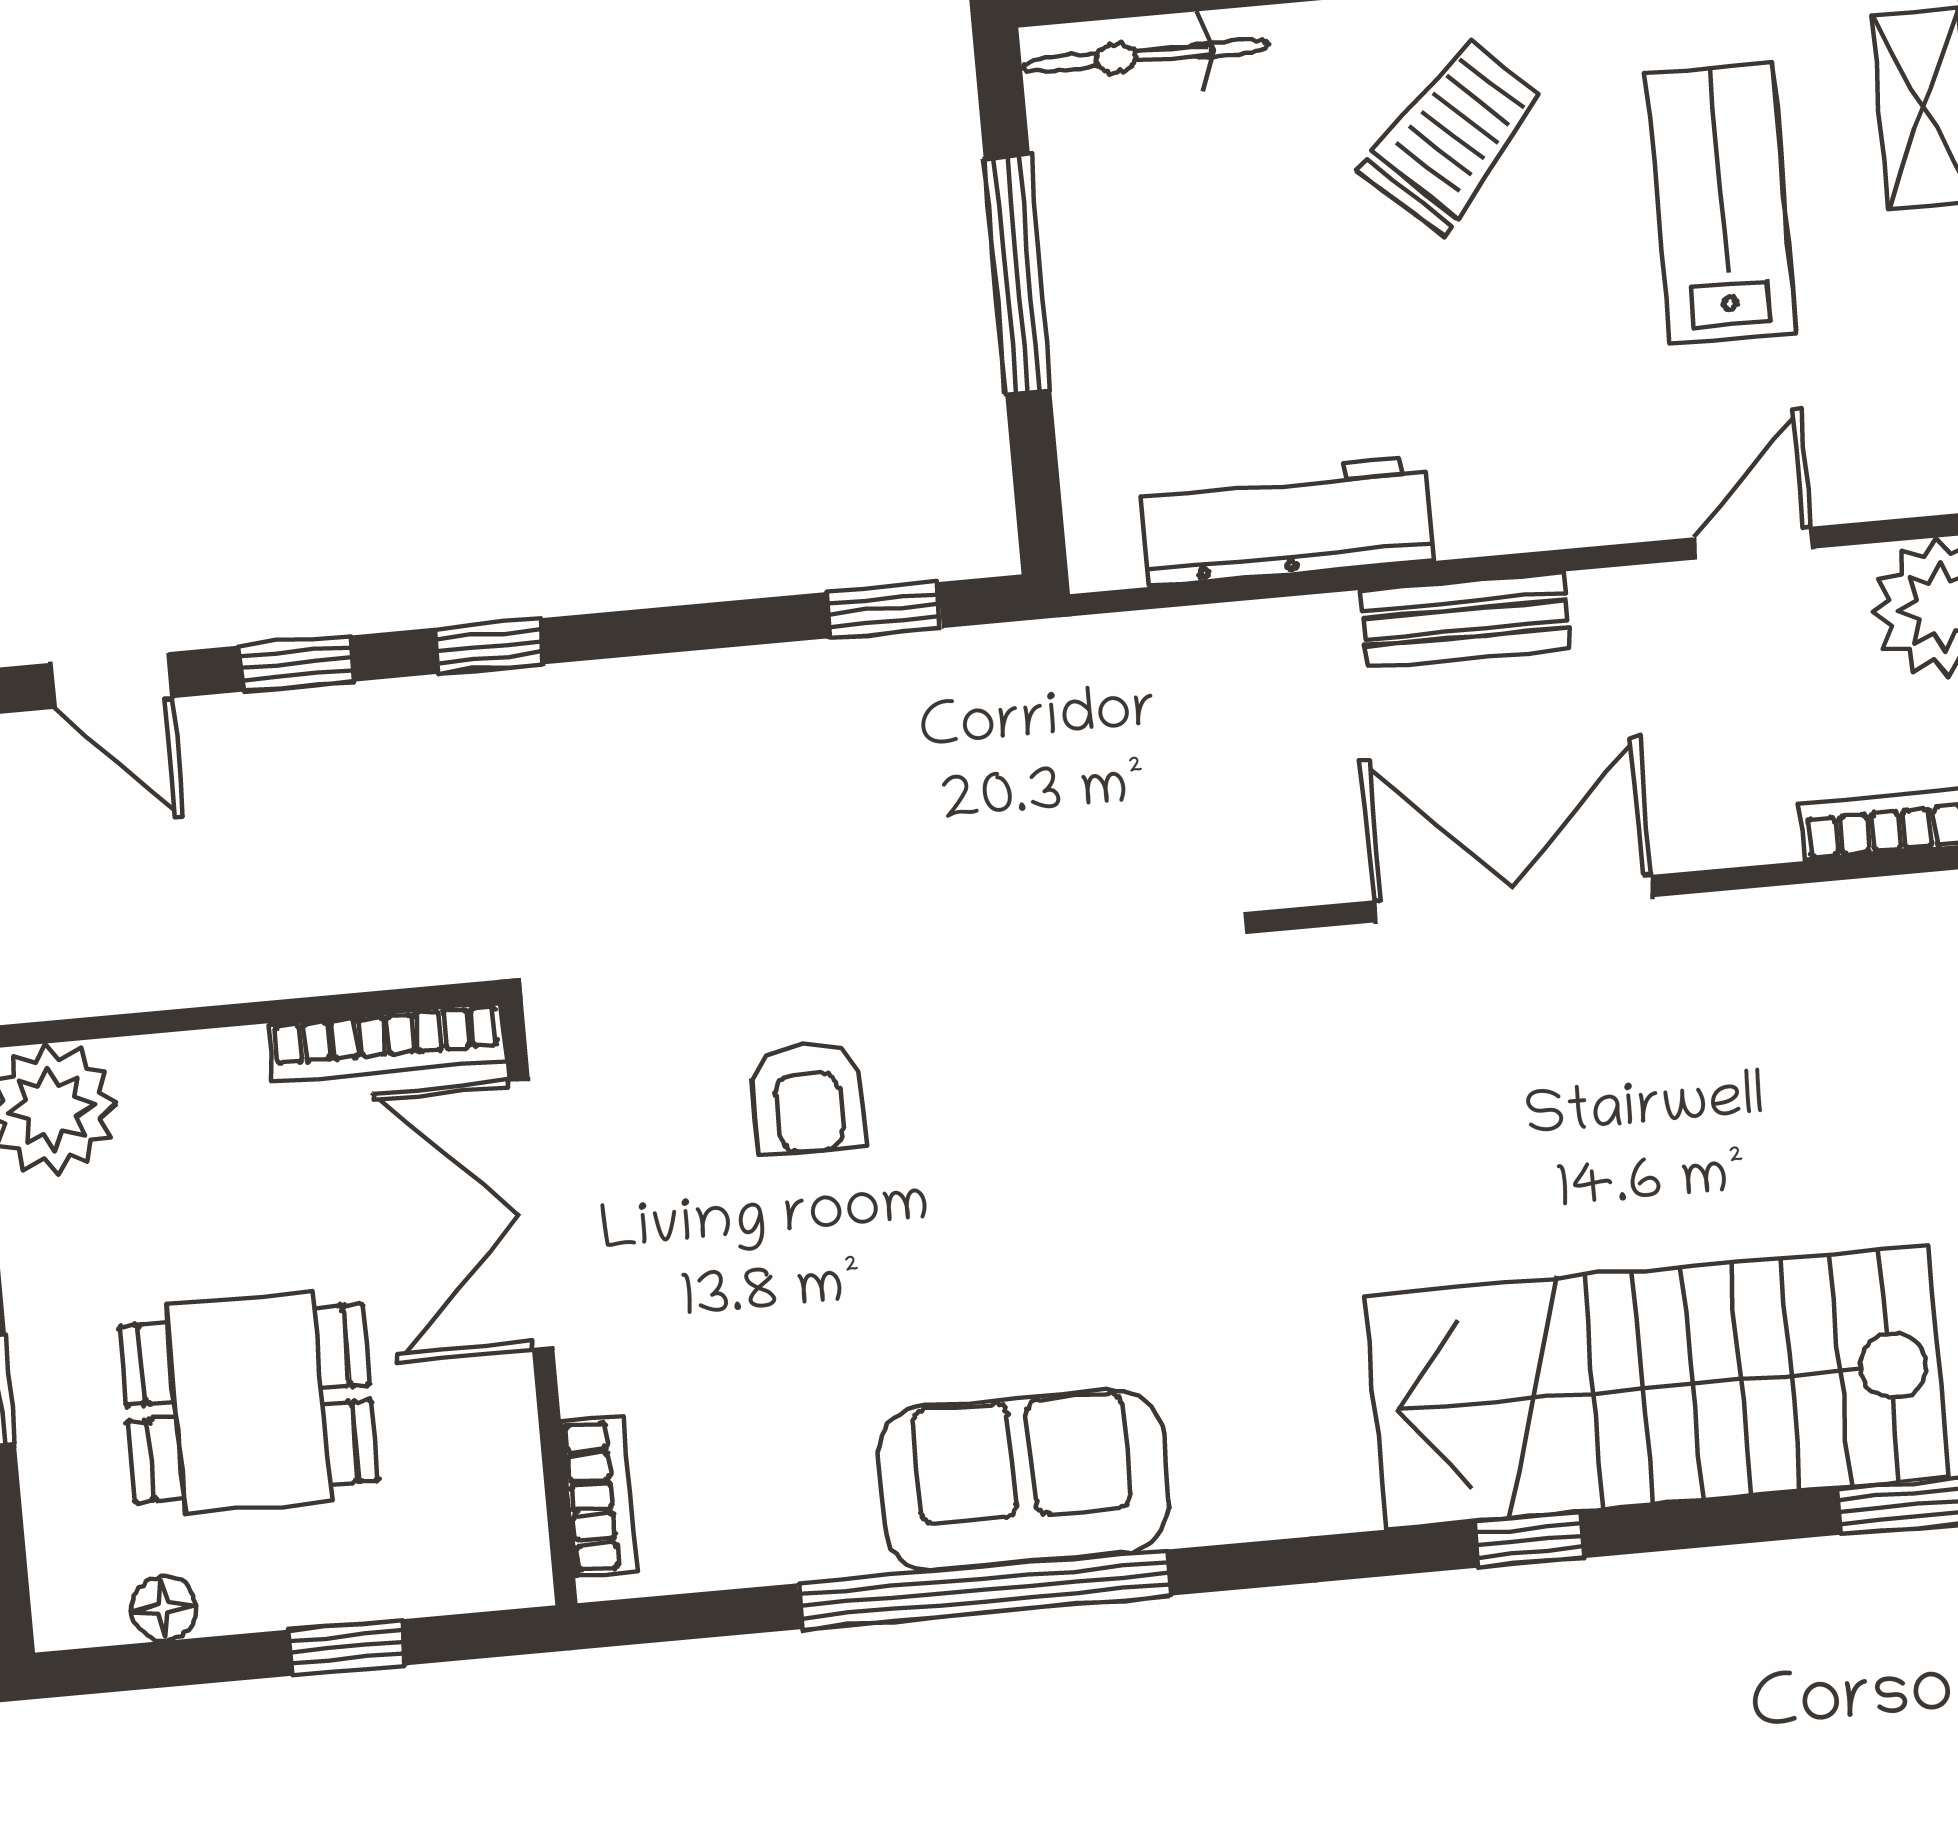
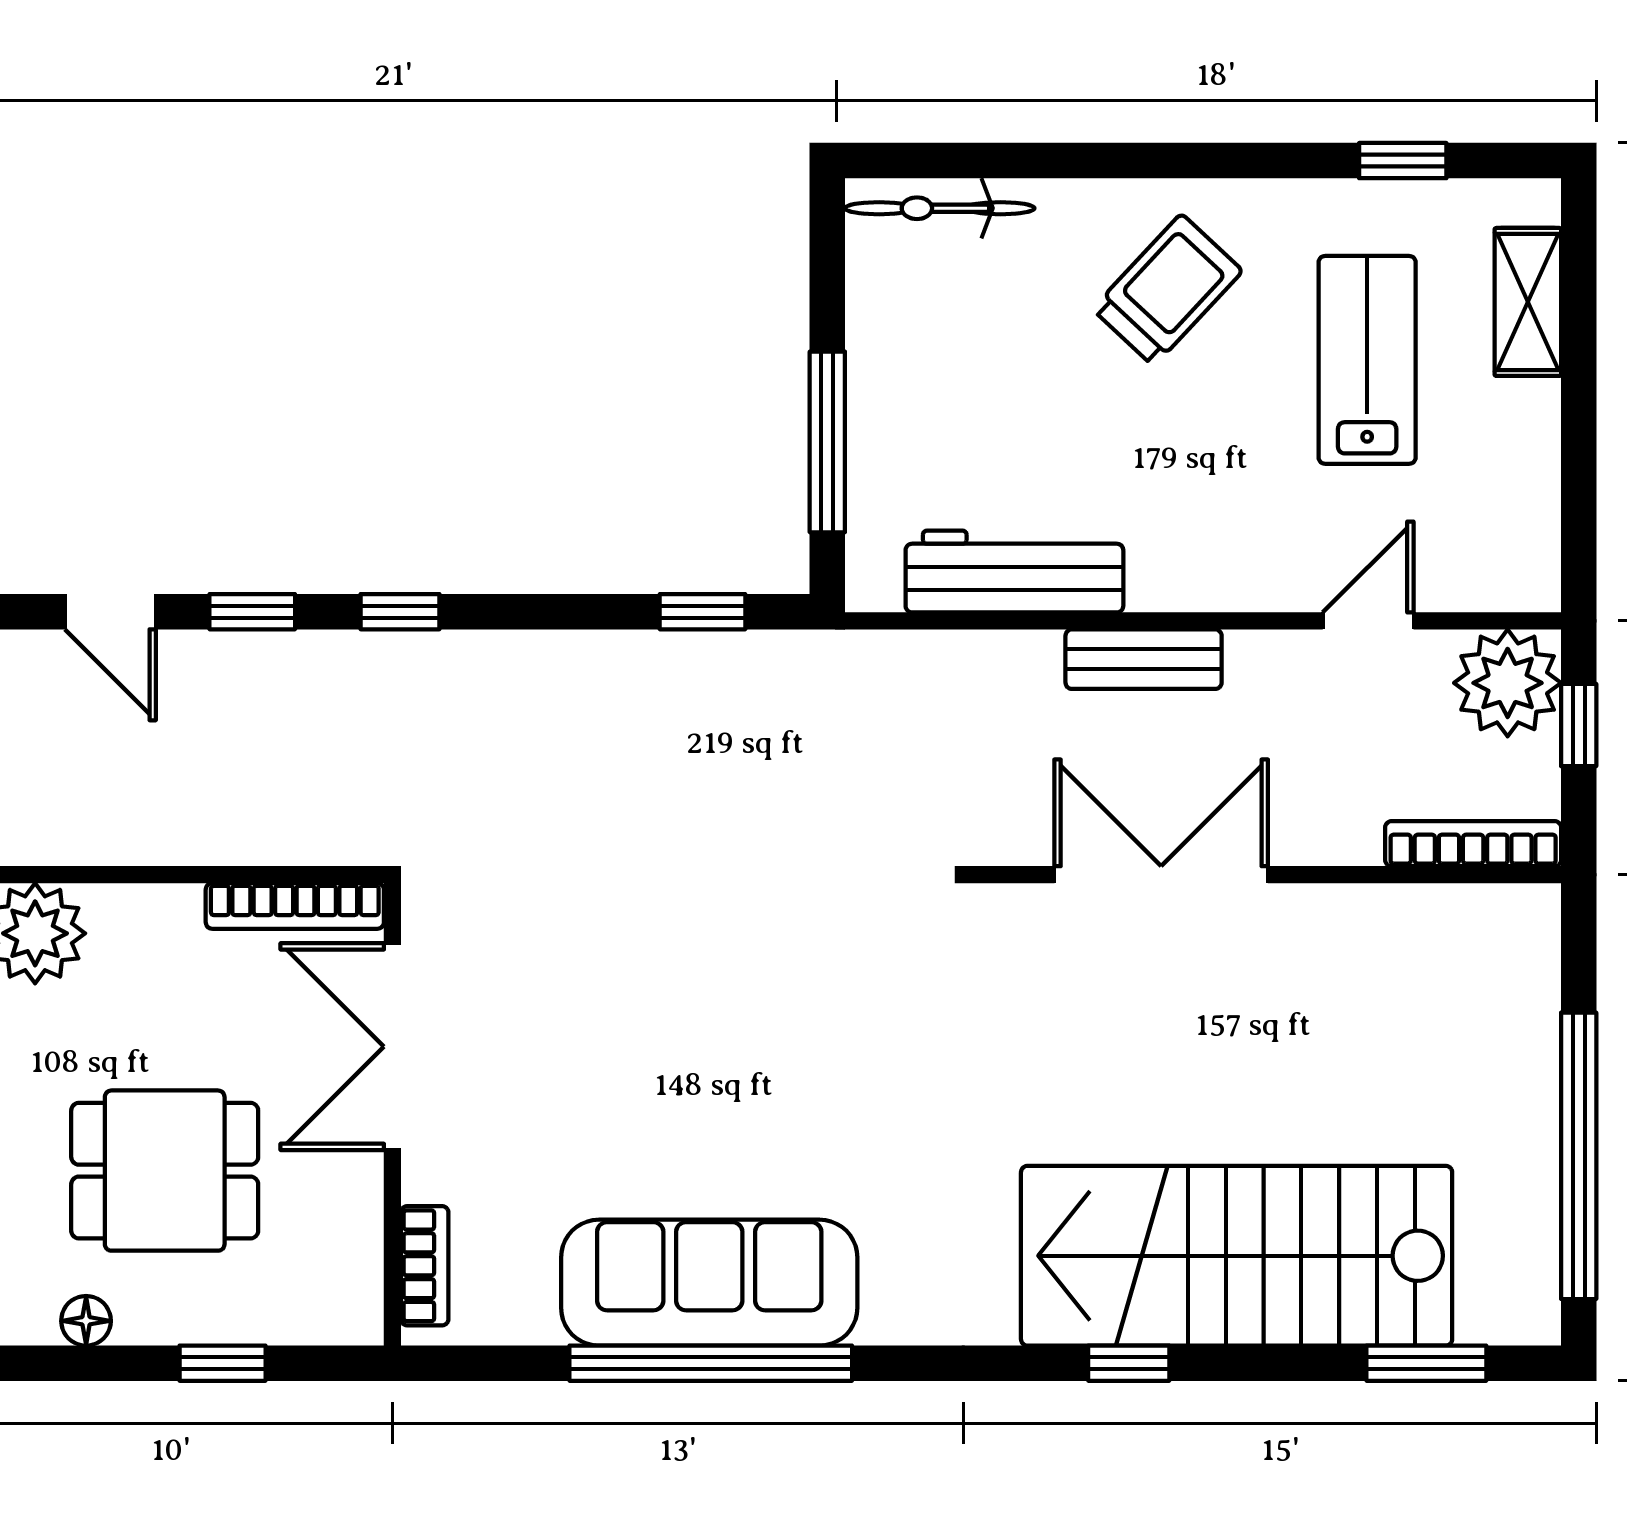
window: (1018, 275) -> (827, 442), moved
armchair: (808, 1097) -> (611, 977), removed
sofa: (1024, 1480) -> (709, 1283), width x1.36

